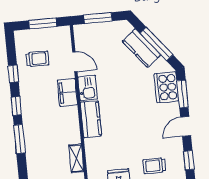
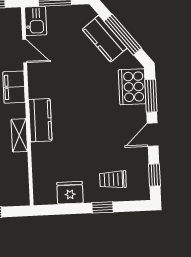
kitchen sink: (88, 88) -> (36, 21), moved
shelving: (76, 158) -> (19, 135), moved

